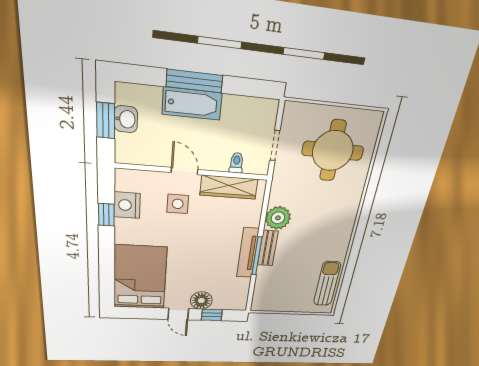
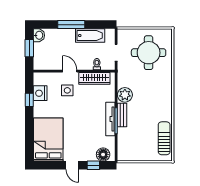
bathtub: (192, 104) -> (90, 36), moved
washbasin: (126, 119) -> (39, 35), moved
floor lamp: (201, 301) -> (103, 155), moved

